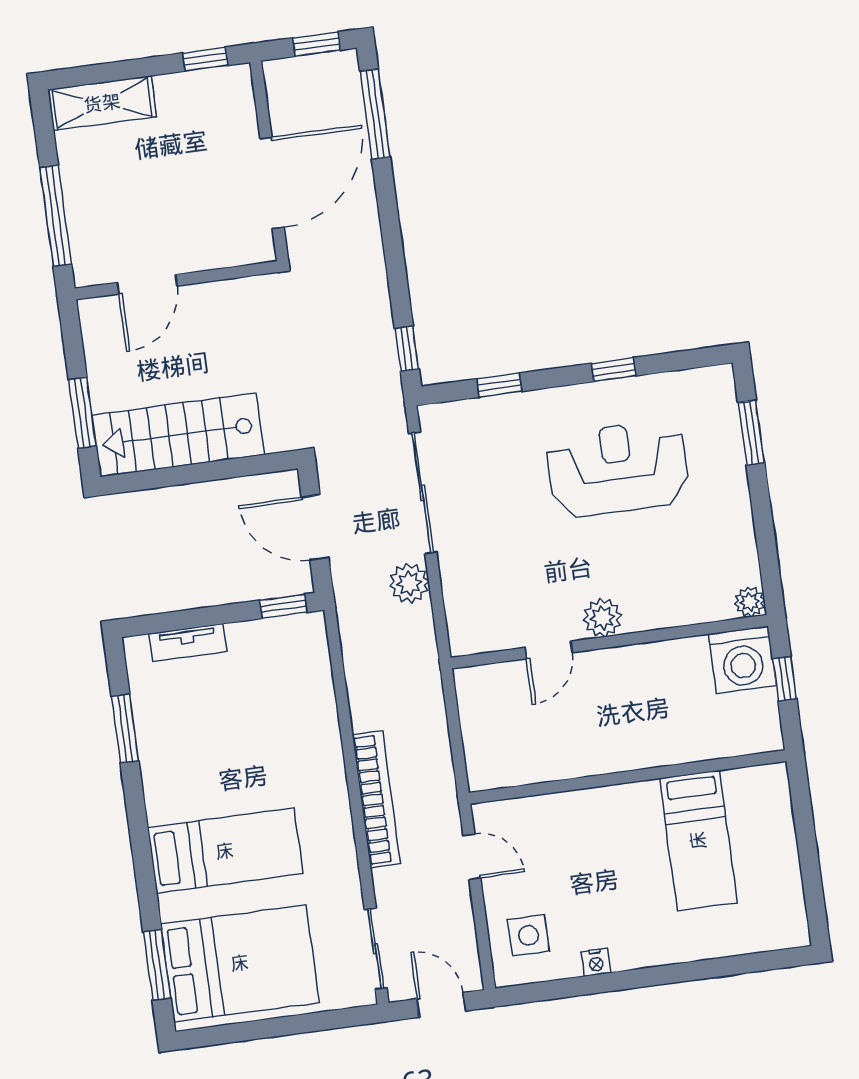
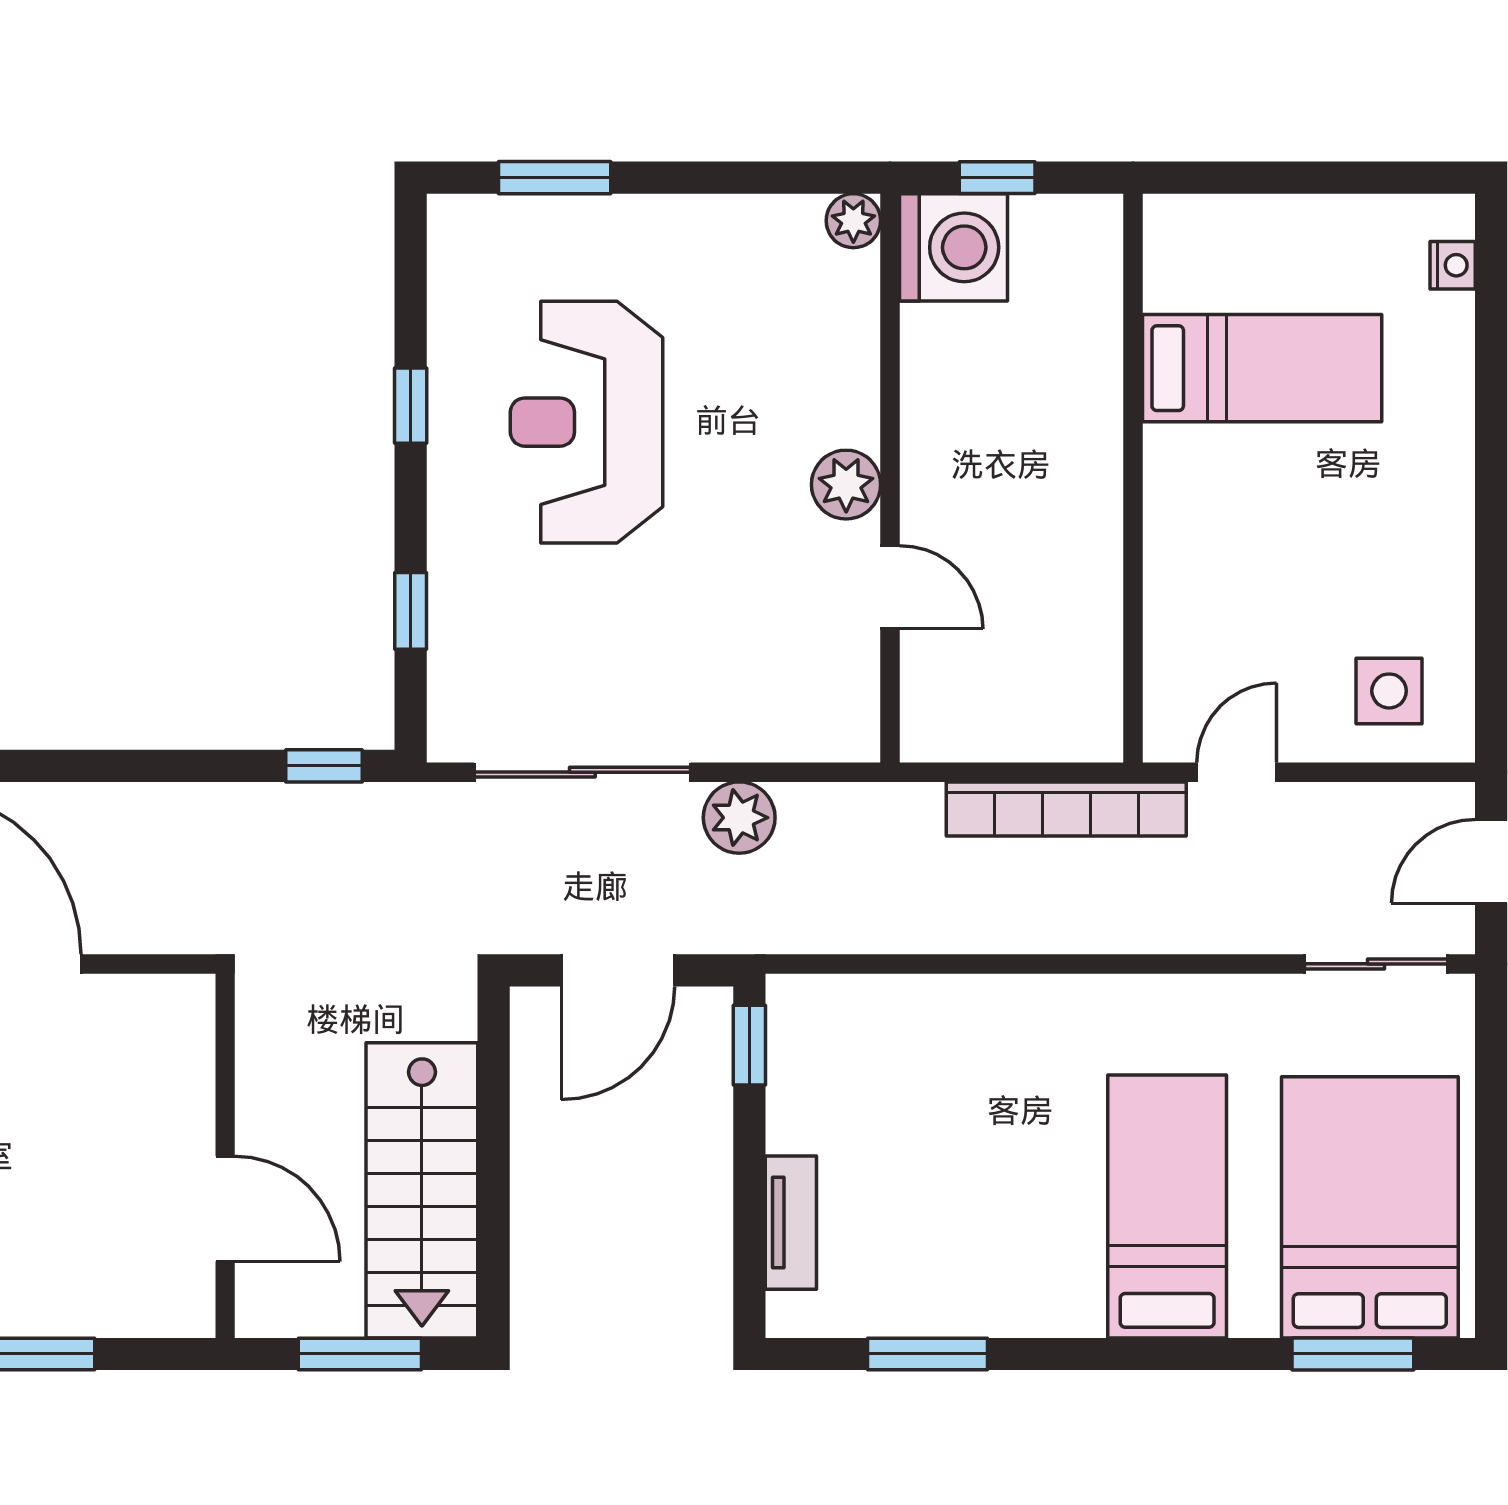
wall: (177, 280) -> (225, 1156), moved
door: (147, 284) -> (225, 1209), moved
bookcase: (376, 799) -> (1066, 809), moved, turned 180
nightstand: (596, 962) -> (1453, 265), moved

